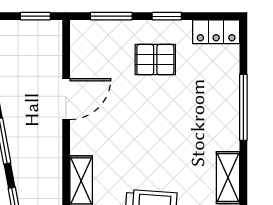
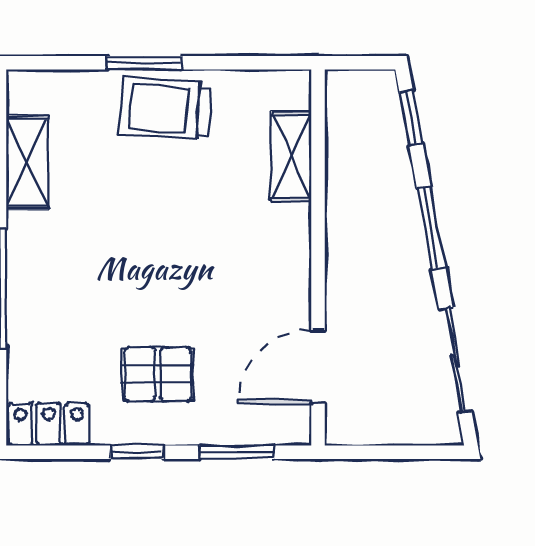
window: (35, 16) -> (373, 452), removed
door: (66, 99) -> (318, 367), moved

